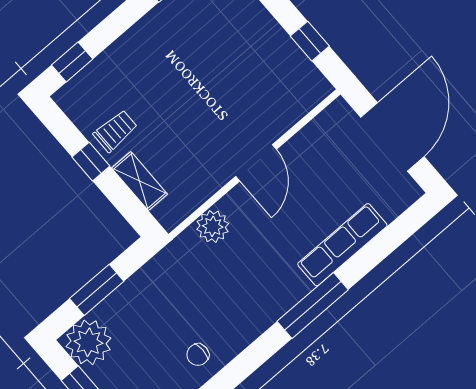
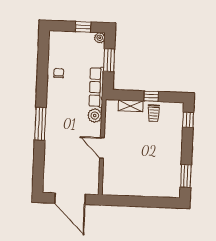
window: (310, 41) -> (125, 201), removed
row of seats: (342, 245) -> (96, 87), moved, turned 180
plant: (88, 342) -> (100, 38), width x0.53, depth x0.53

